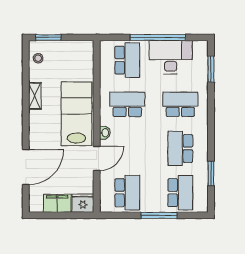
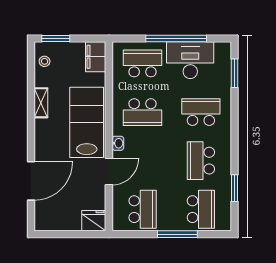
school desk: (127, 60) -> (143, 63), turned -90
school desk: (127, 104) -> (143, 112), turned 180
filing cabinet: (57, 203) -> (96, 57), moved, turned -90

